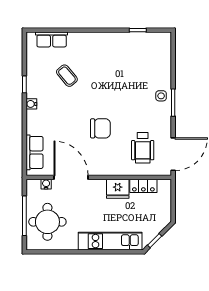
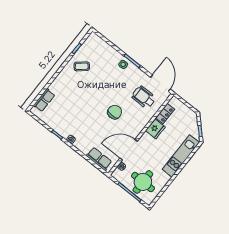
coffee table: (67, 76) -> (82, 66), moved
wheelchair: (143, 148) -> (144, 97), turned 180

